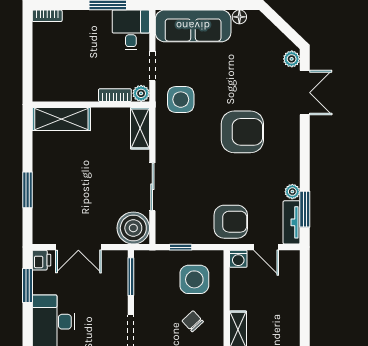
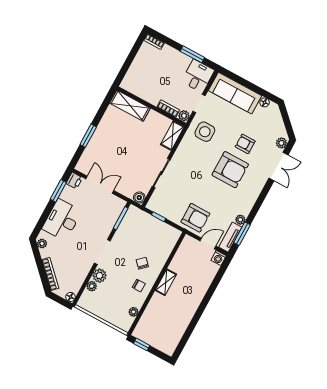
armchair: (244, 87) -> (245, 144), added
boiler: (133, 228) -> (139, 198), width x0.54, depth x0.54
double door: (78, 247) -> (100, 185), swing flipped
door: (266, 247) -> (208, 243), swing flipped
washing machine: (238, 259) -> (219, 258), moved
side table: (194, 279) -> (156, 240), removed

